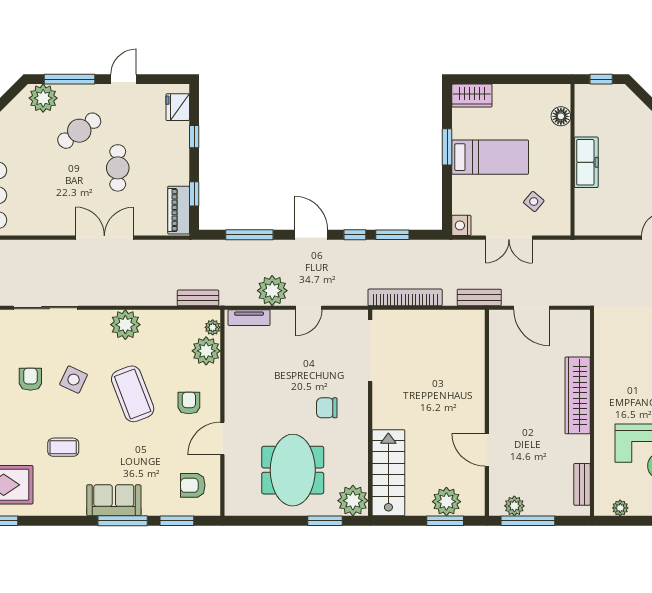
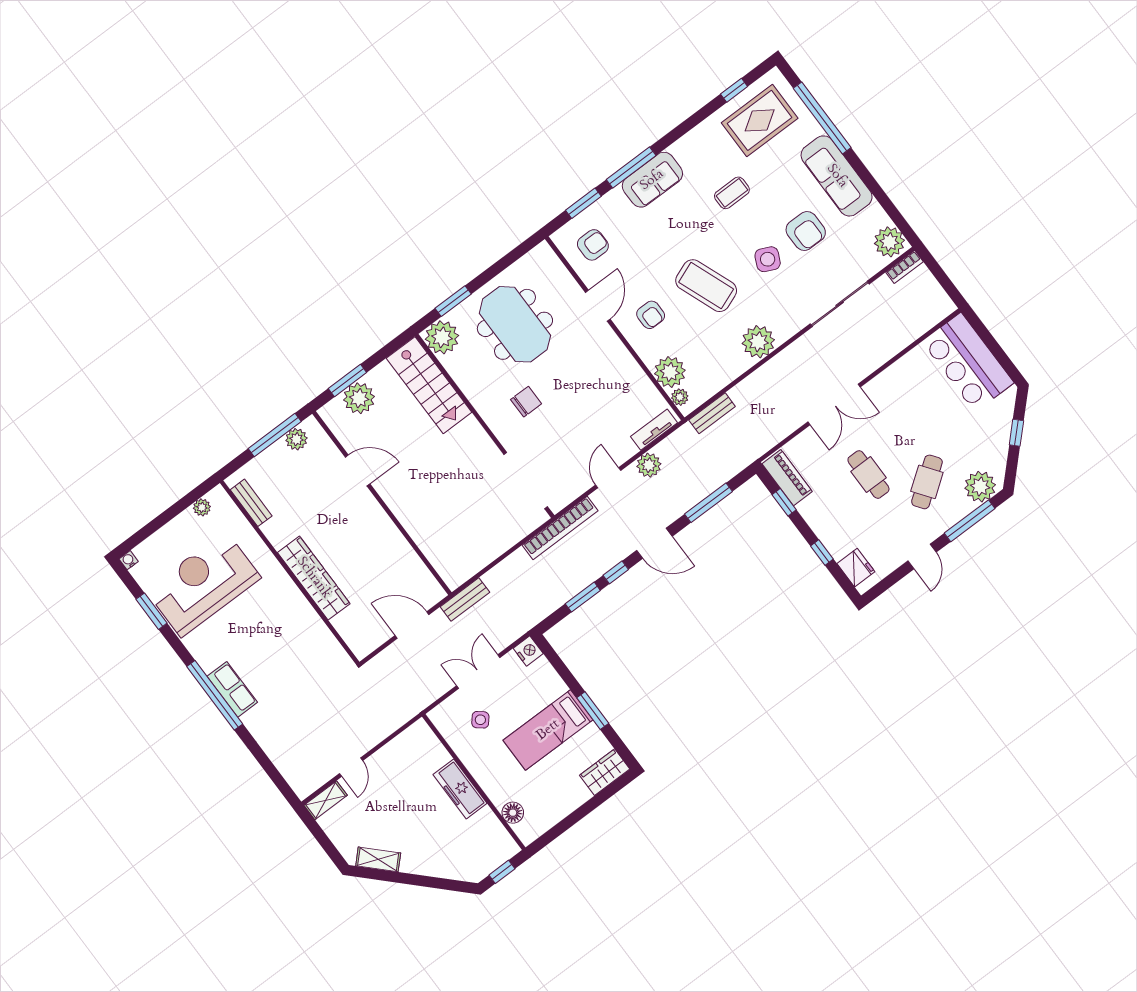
plant: (272, 291) -> (649, 465), width x0.73, depth x0.73
bookcase: (405, 297) -> (560, 528), moved
armchair: (30, 379) -> (806, 231), width x1.38, depth x1.38

